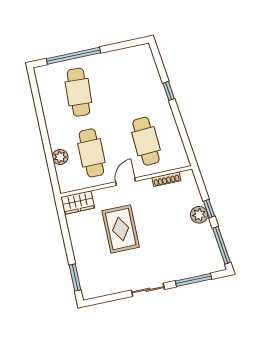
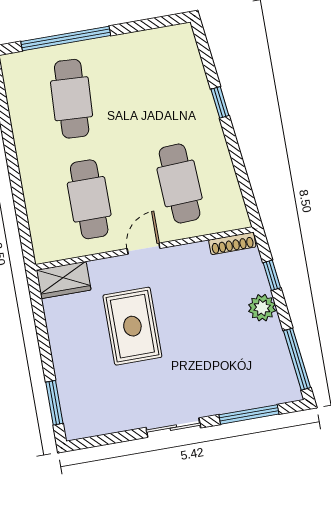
plant: (60, 157) -> (37, 204), removed
shoe rack: (166, 179) -> (232, 243), moved
window: (209, 209) -> (272, 275), moved

